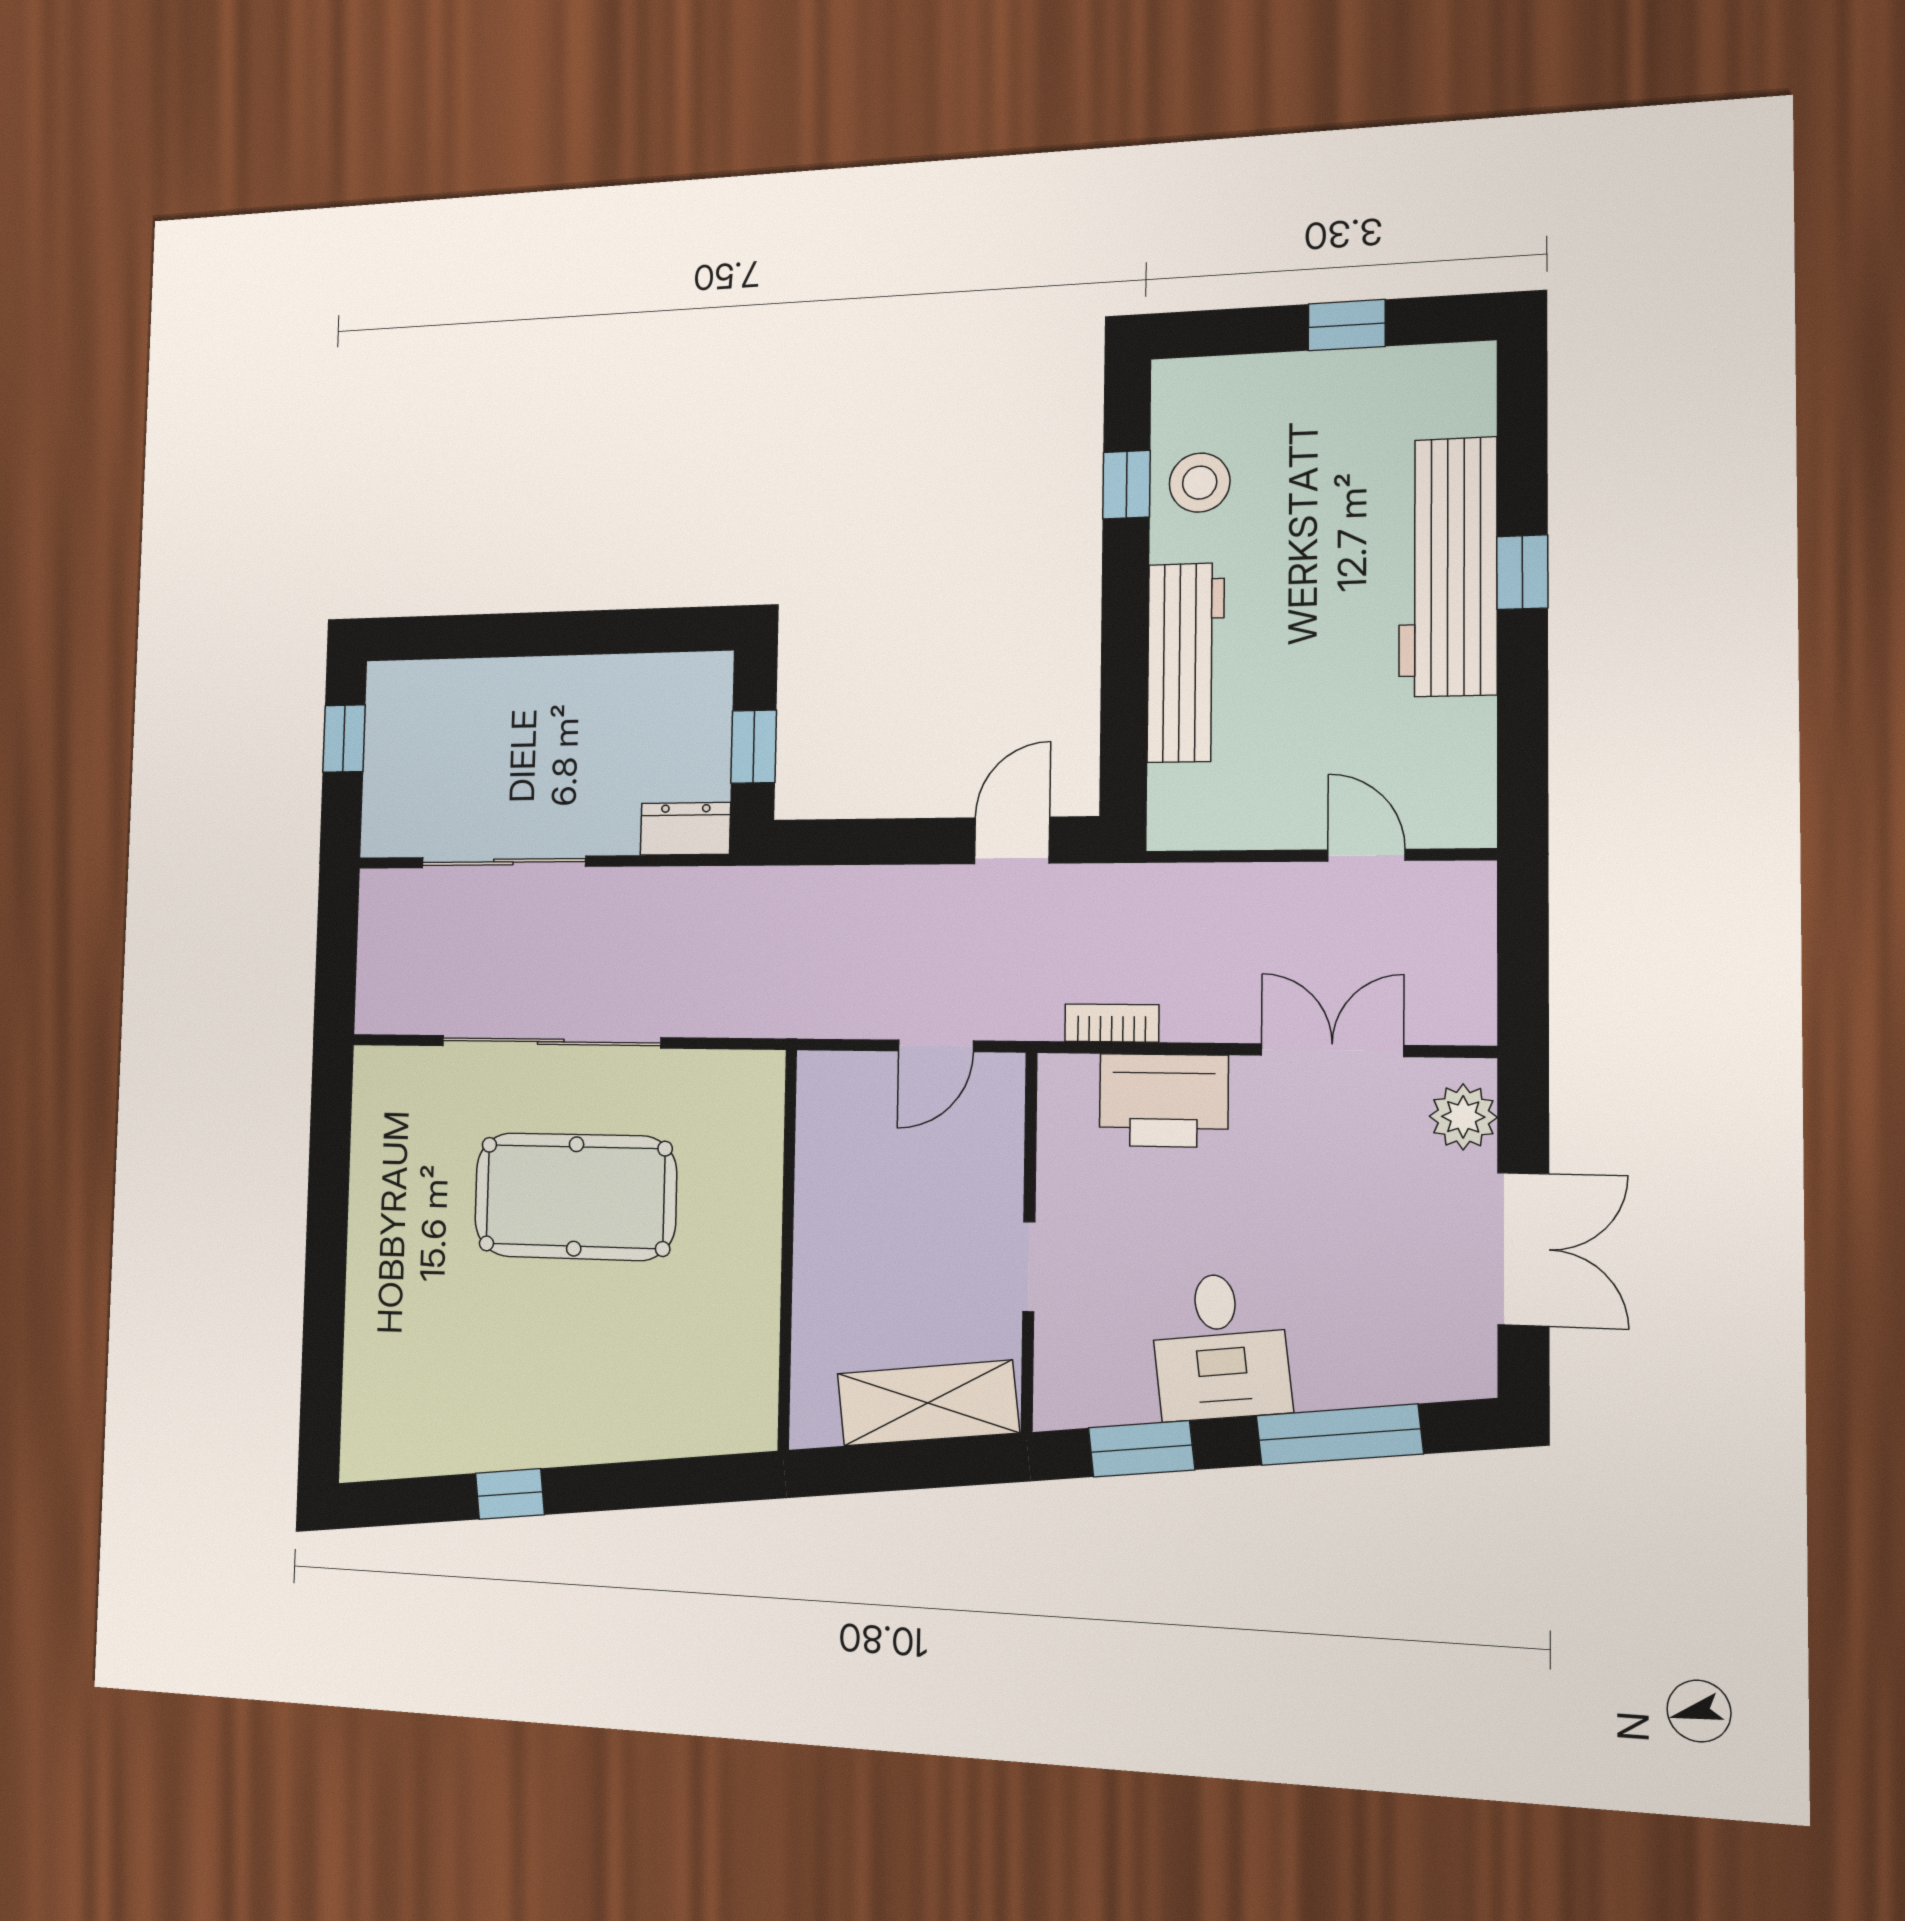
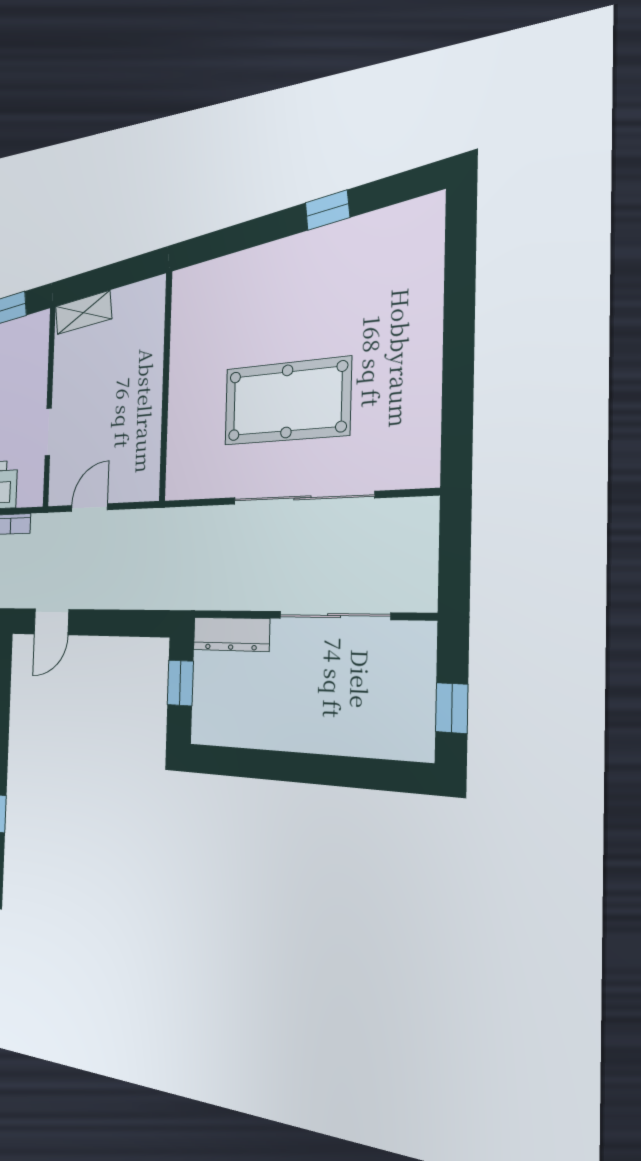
dresser: (685, 829) -> (231, 634), width x1.44
doorway: (1029, 1267) -> (48, 432), moved
shelving: (928, 1403) -> (83, 313), width x0.67, depth x0.75

